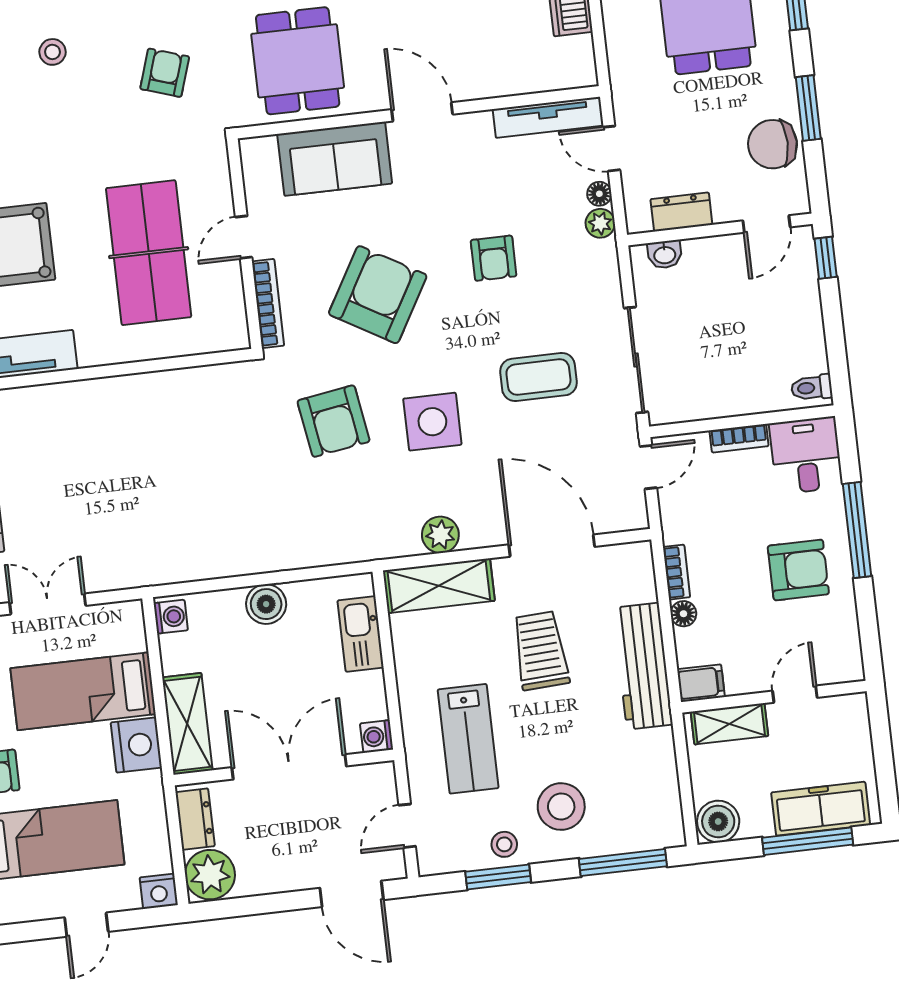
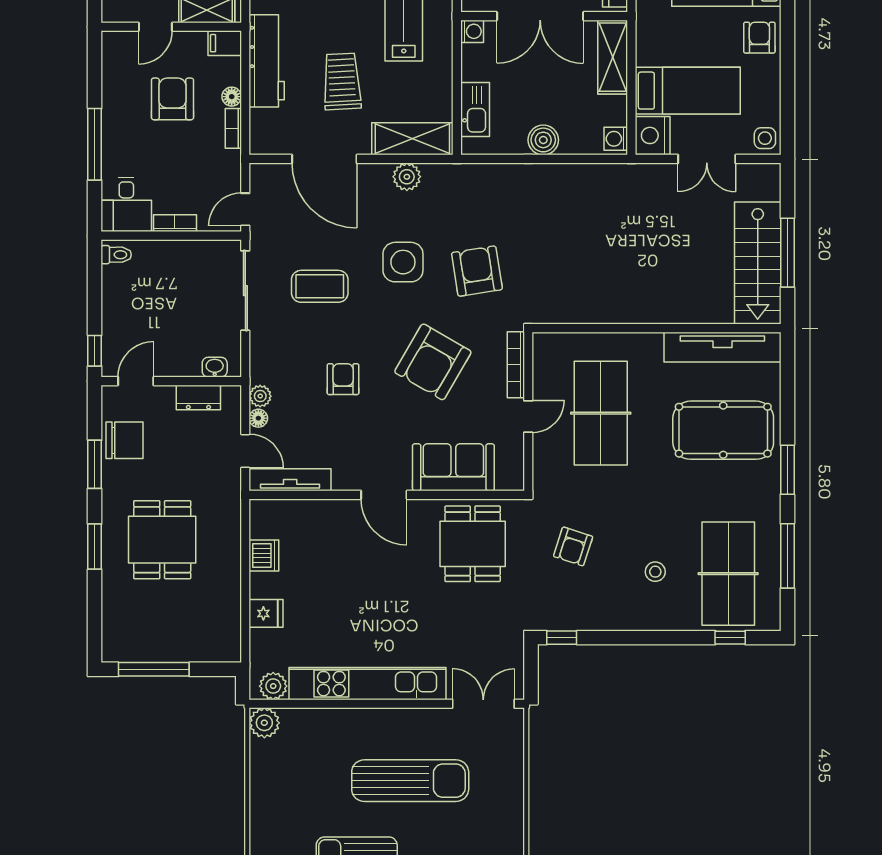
armchair: (798, 570) -> (172, 99), moved, turned 90
trolley: (541, 651) -> (342, 81), turned 180
nightstand: (136, 745) -> (653, 135), moved

